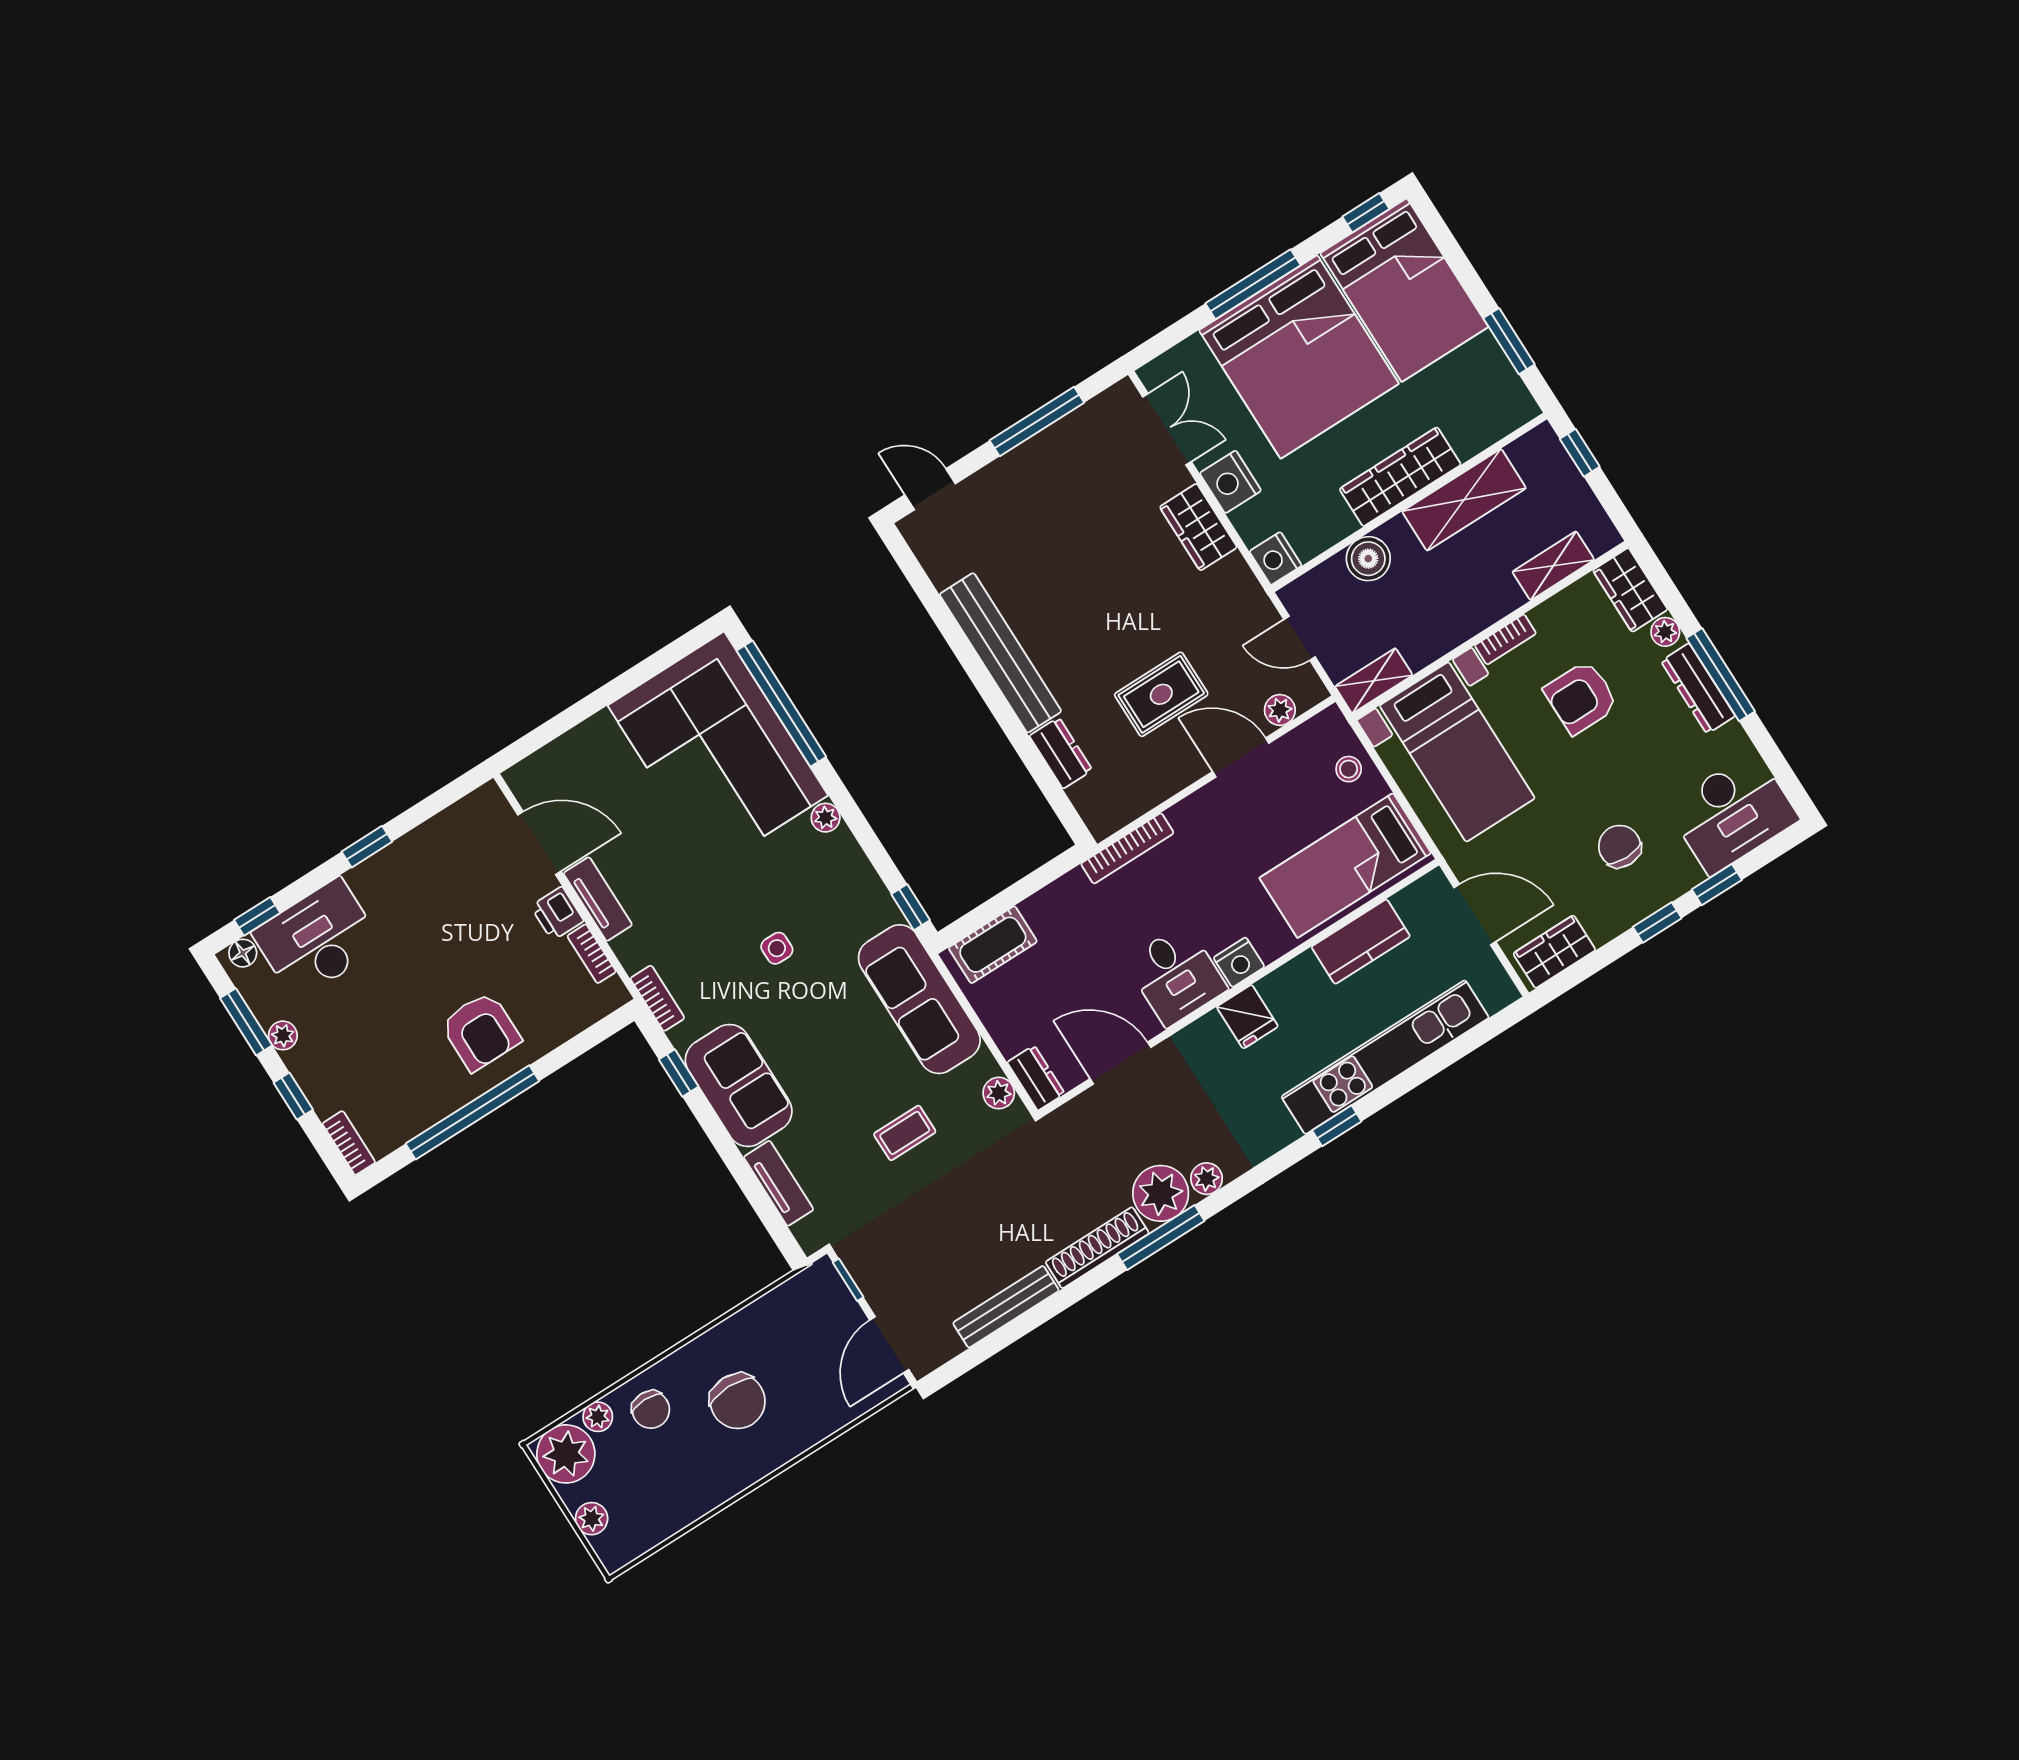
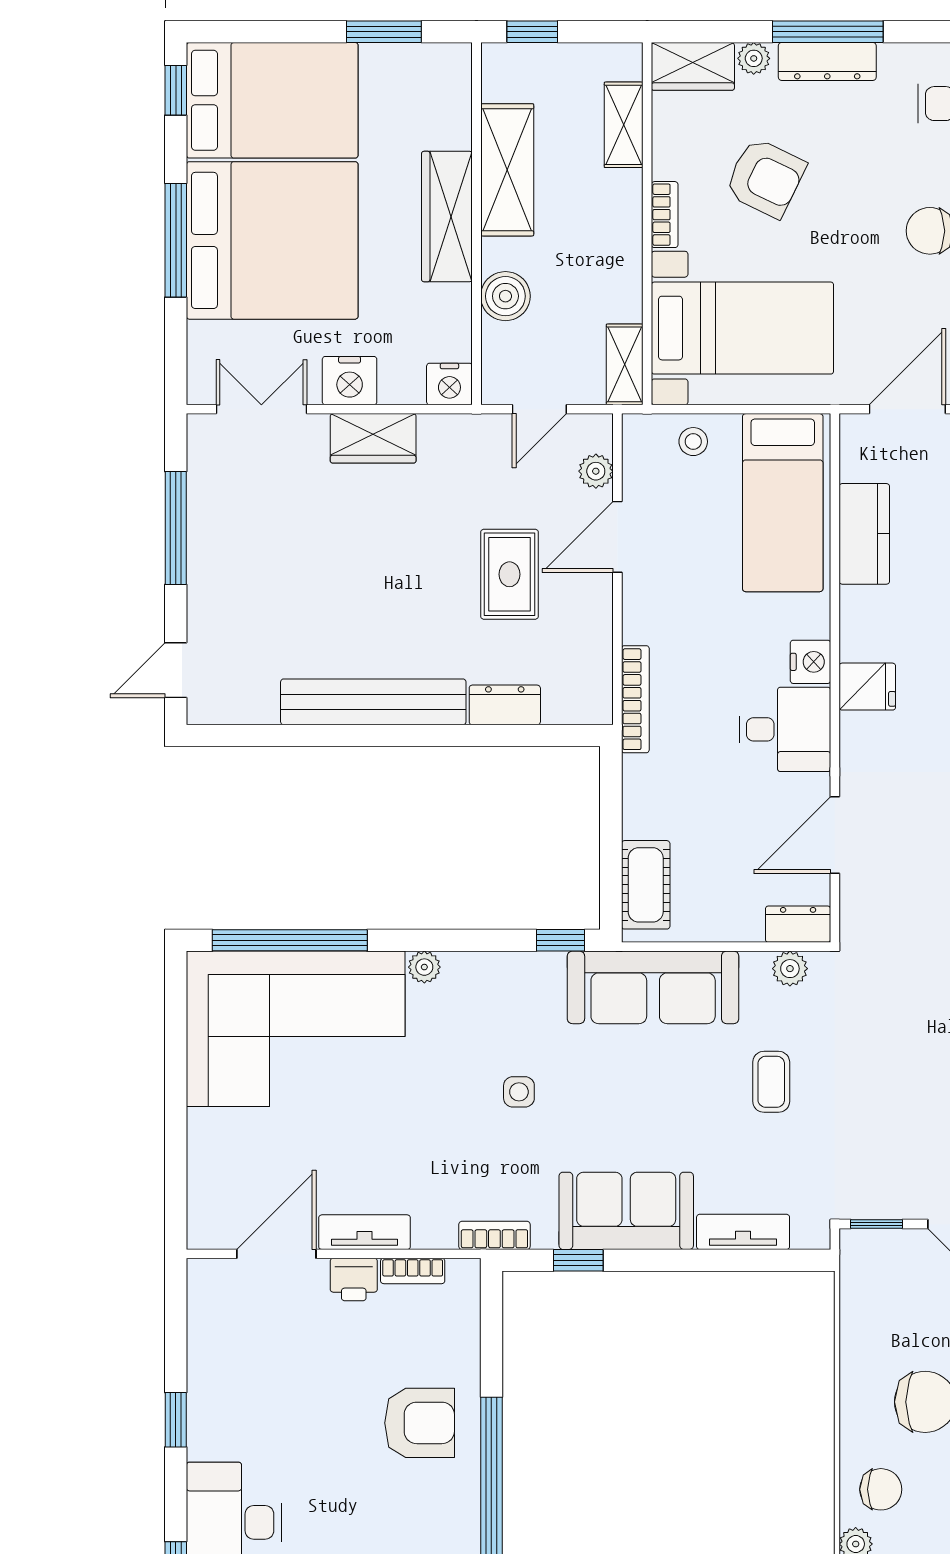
armchair: (1581, 697) -> (765, 178), turned -64

